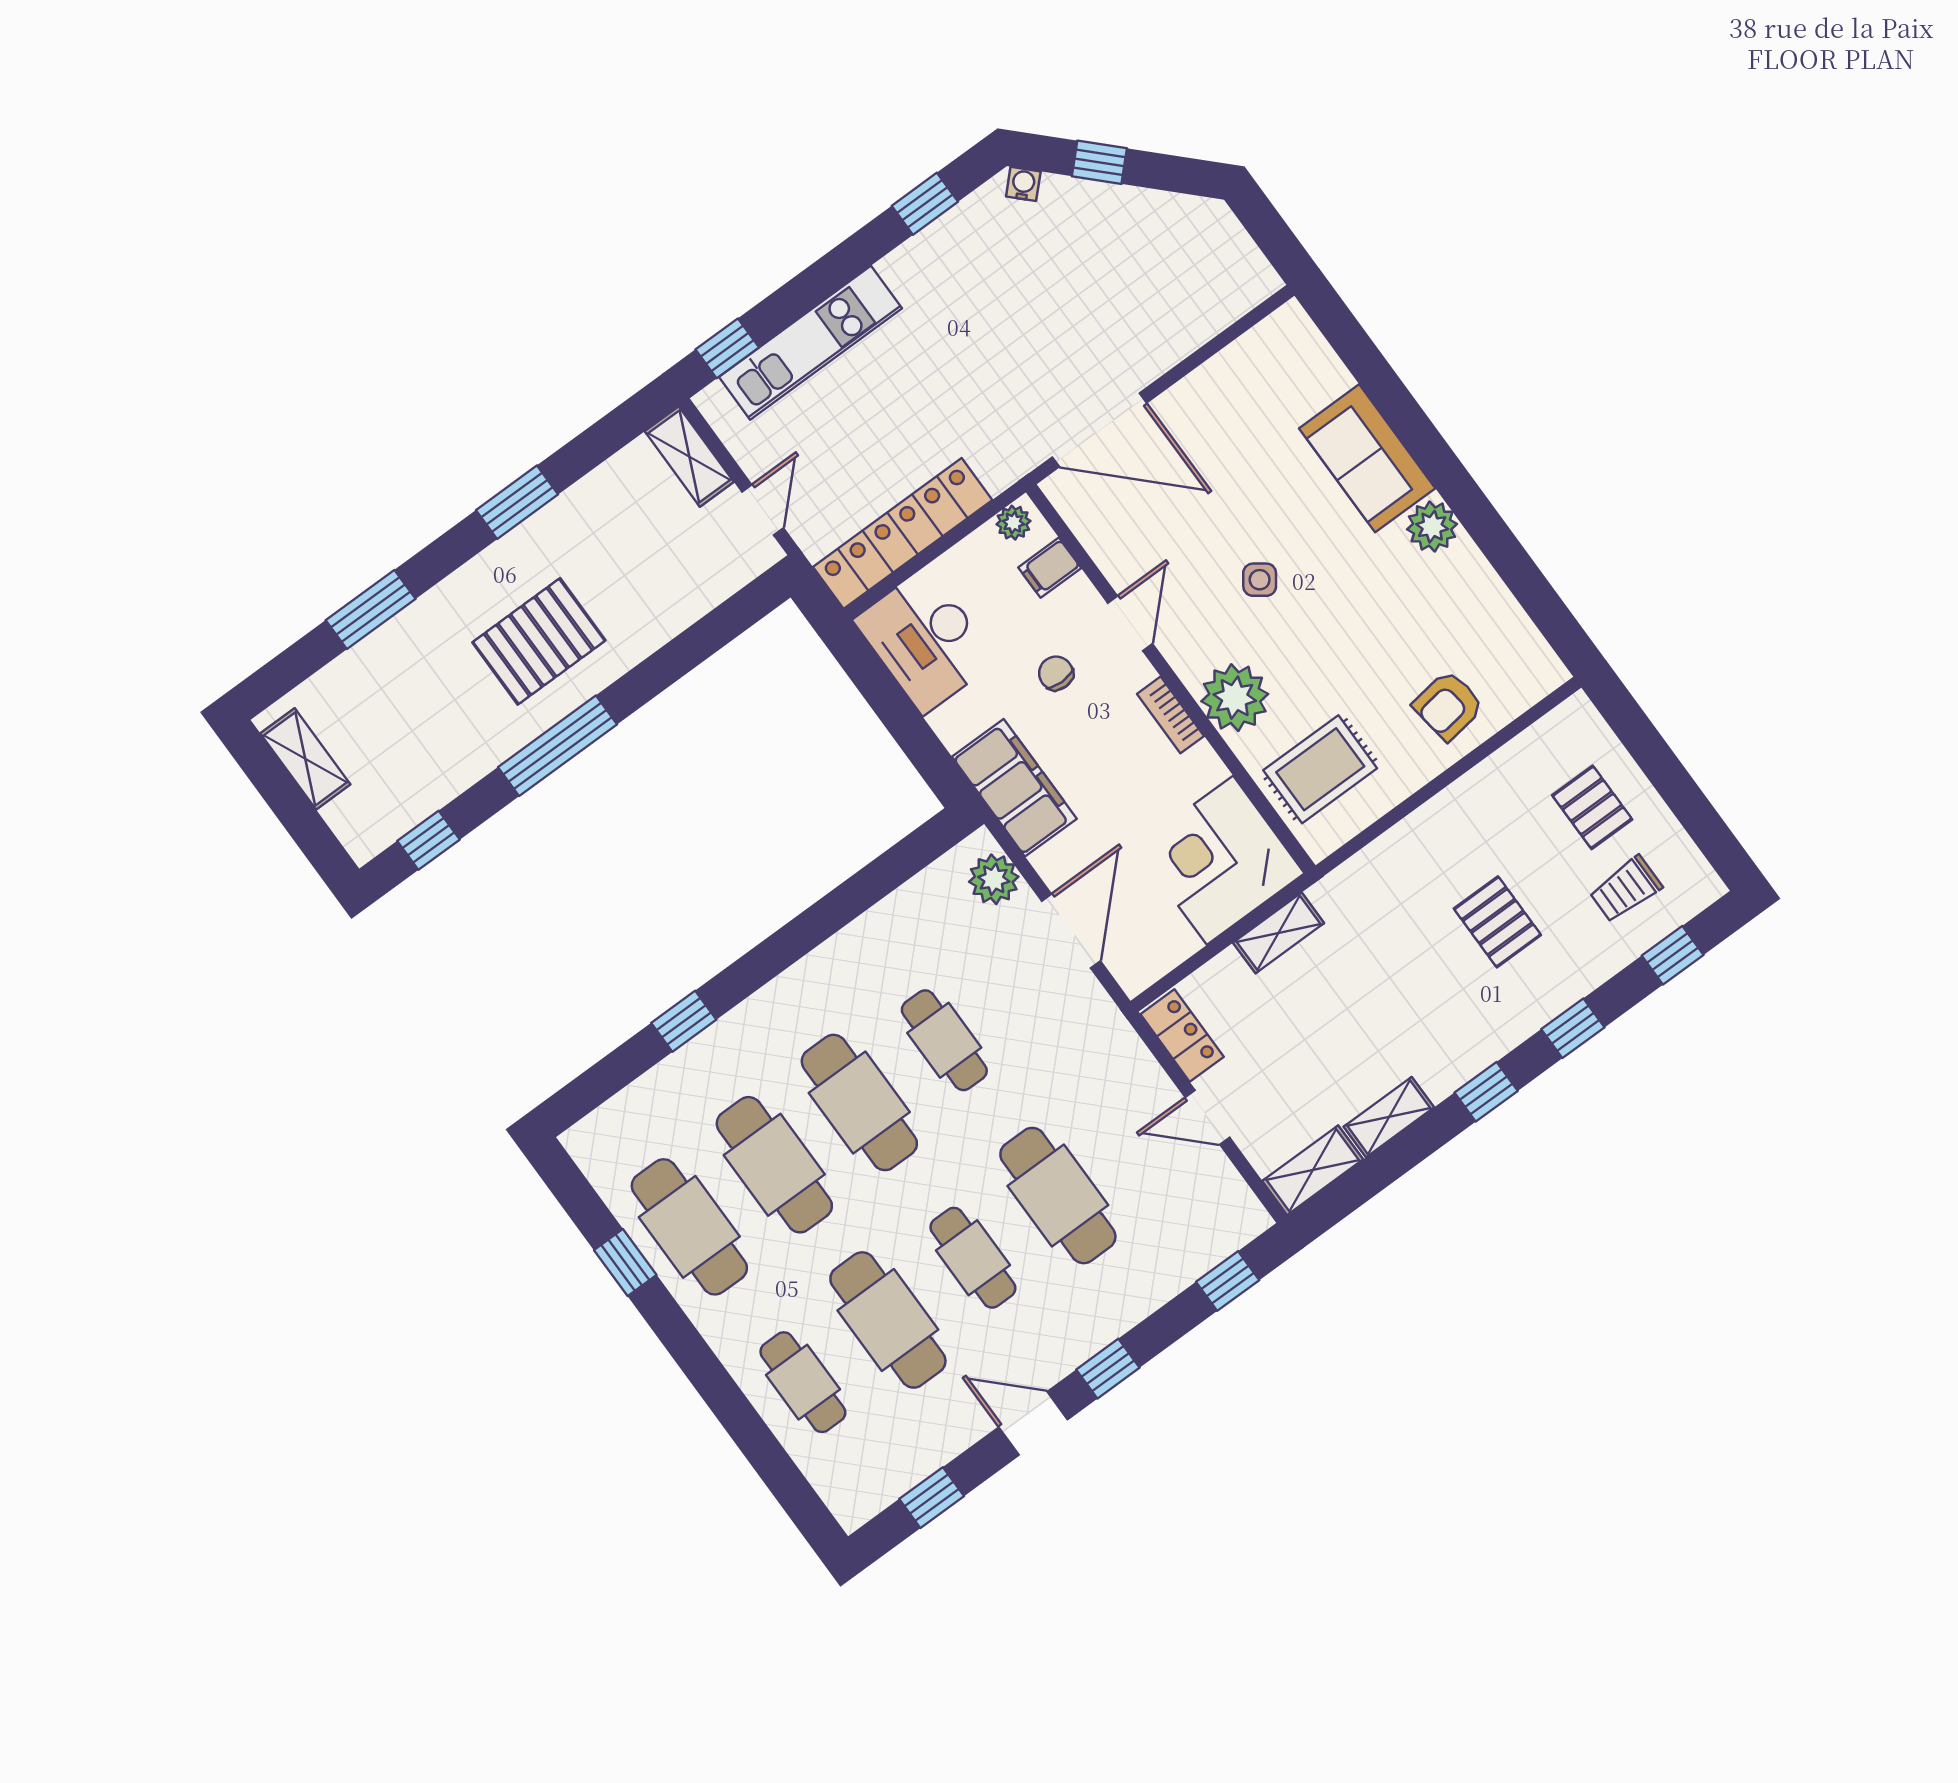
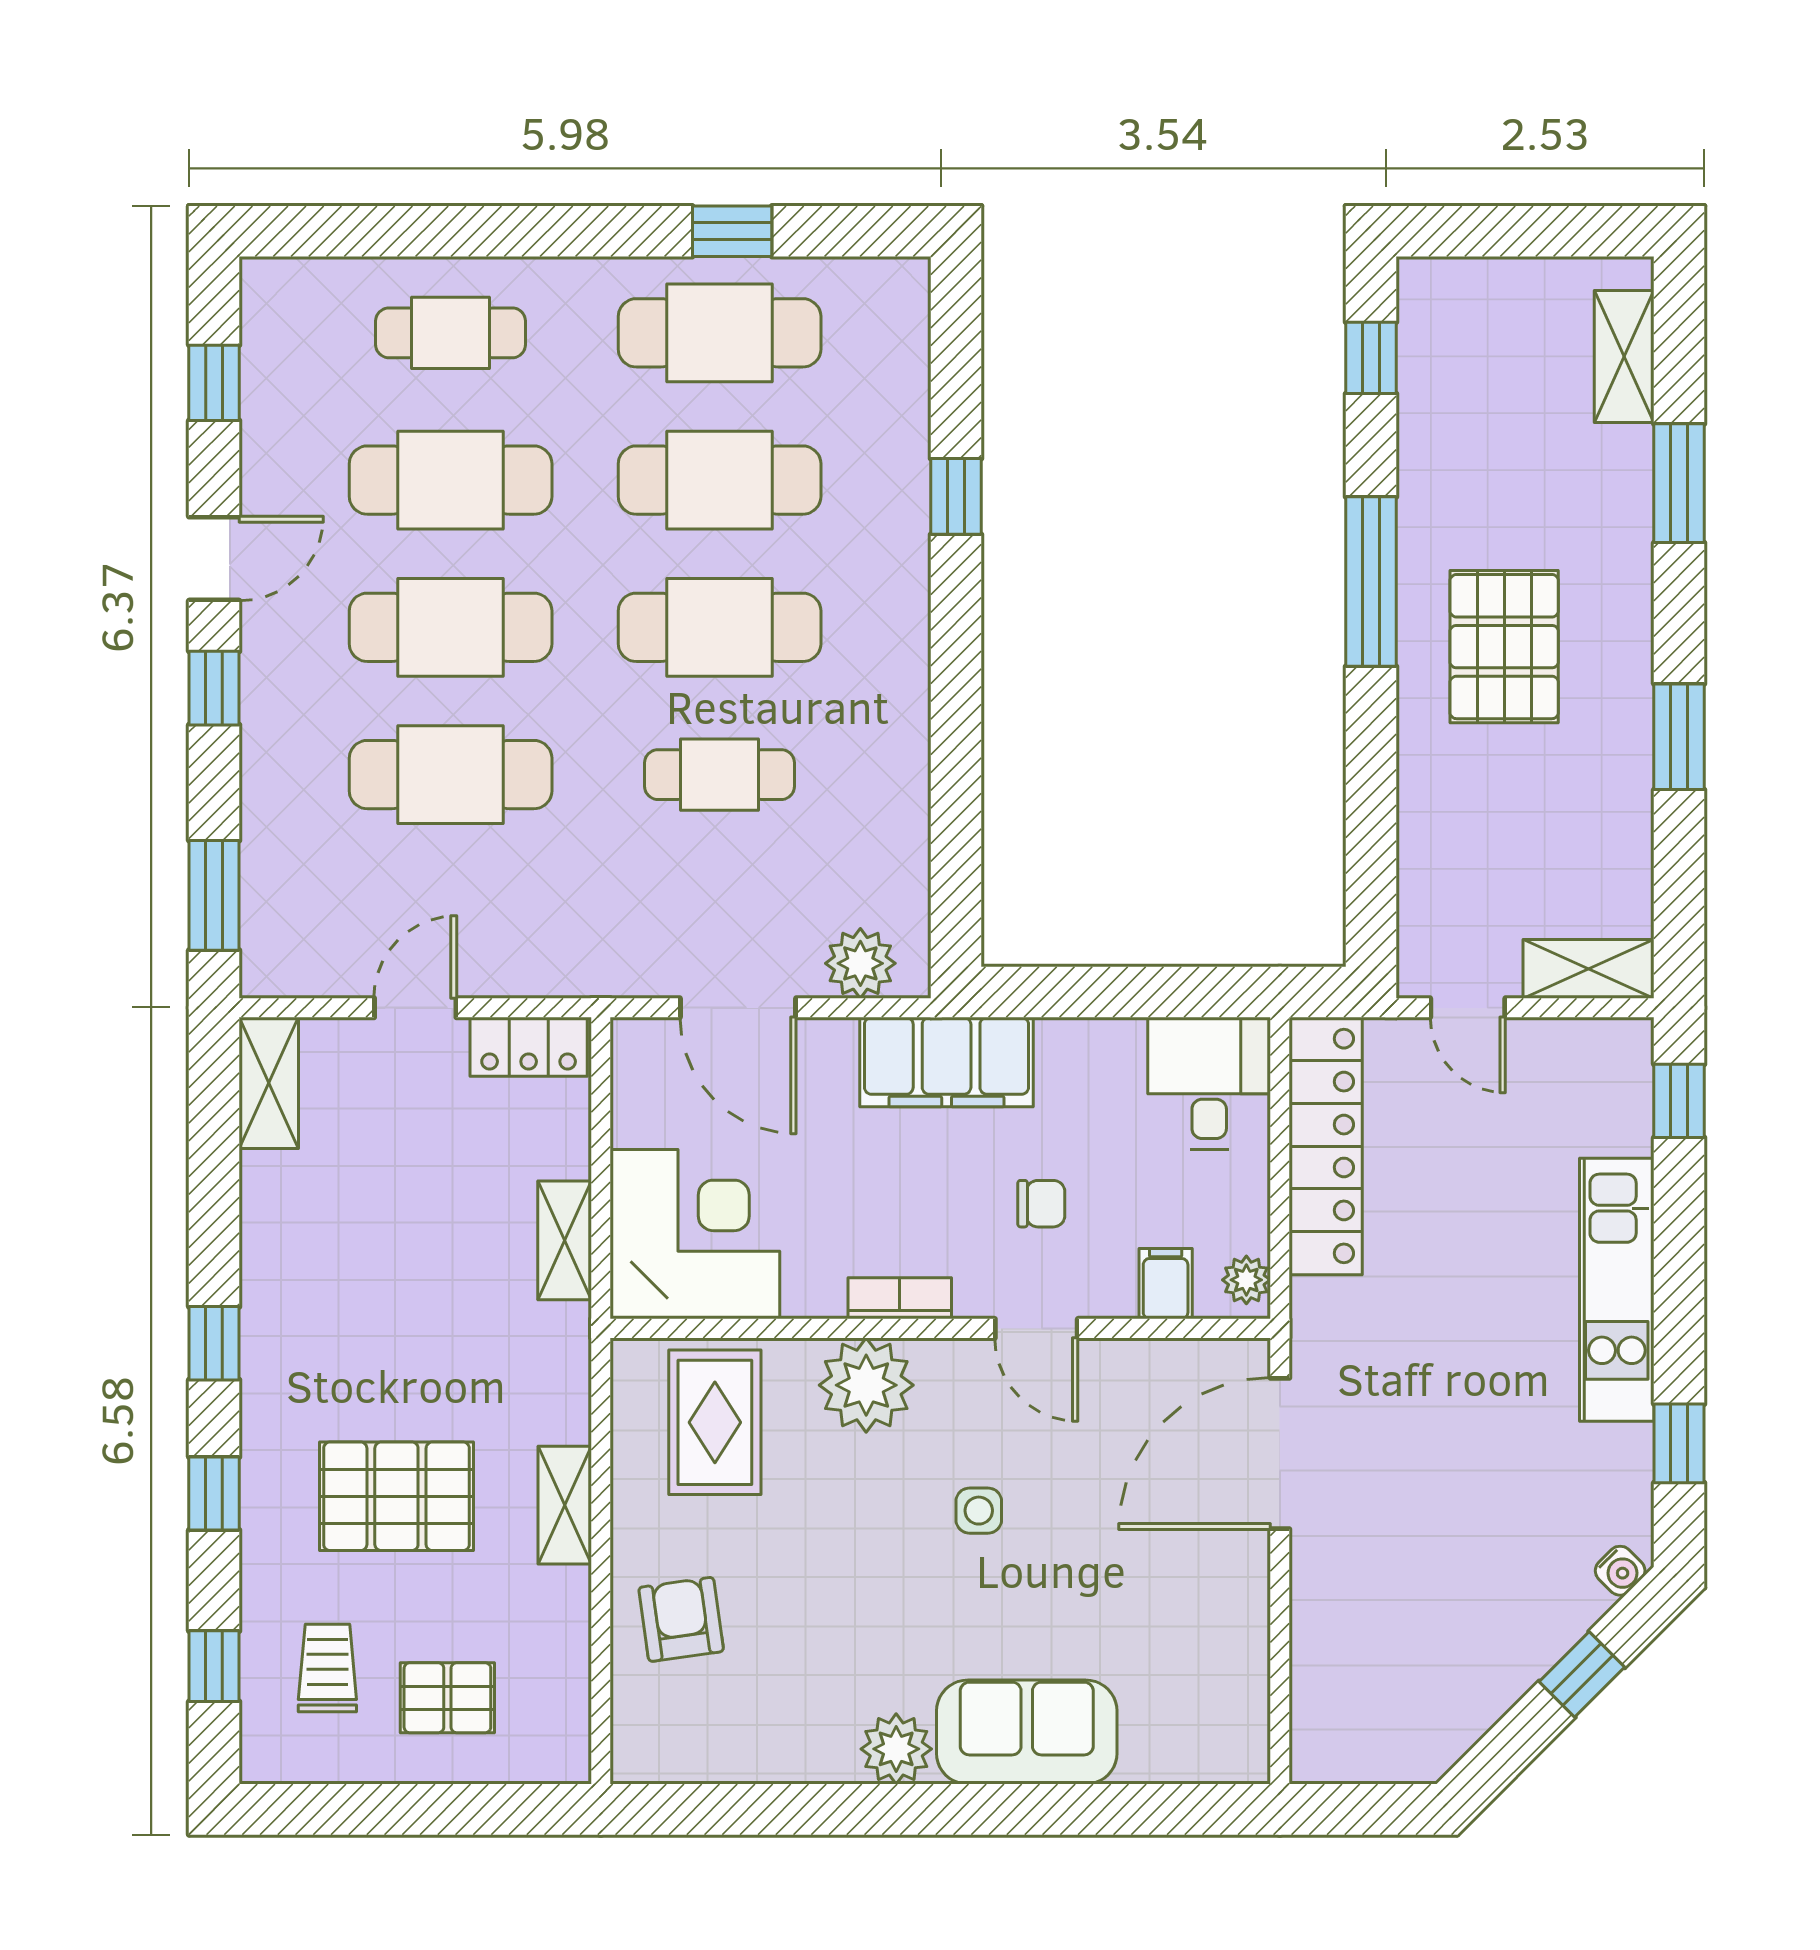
kitchen unit: (811, 343) -> (1617, 1290), moved
side table: (1260, 580) -> (979, 1511), turned -36
desk: (925, 640) -> (1209, 1083), width x0.73
shelving: (305, 759) -> (1624, 357), moved, turned 90
pallet: (1497, 922) -> (396, 1496), width x1.50, depth x1.42
shelving: (1389, 1117) -> (565, 1505), moved
cafe table: (973, 1258) -> (451, 627), width x1.37, depth x1.35
window: (1228, 1281) -> (214, 895), width x1.50

